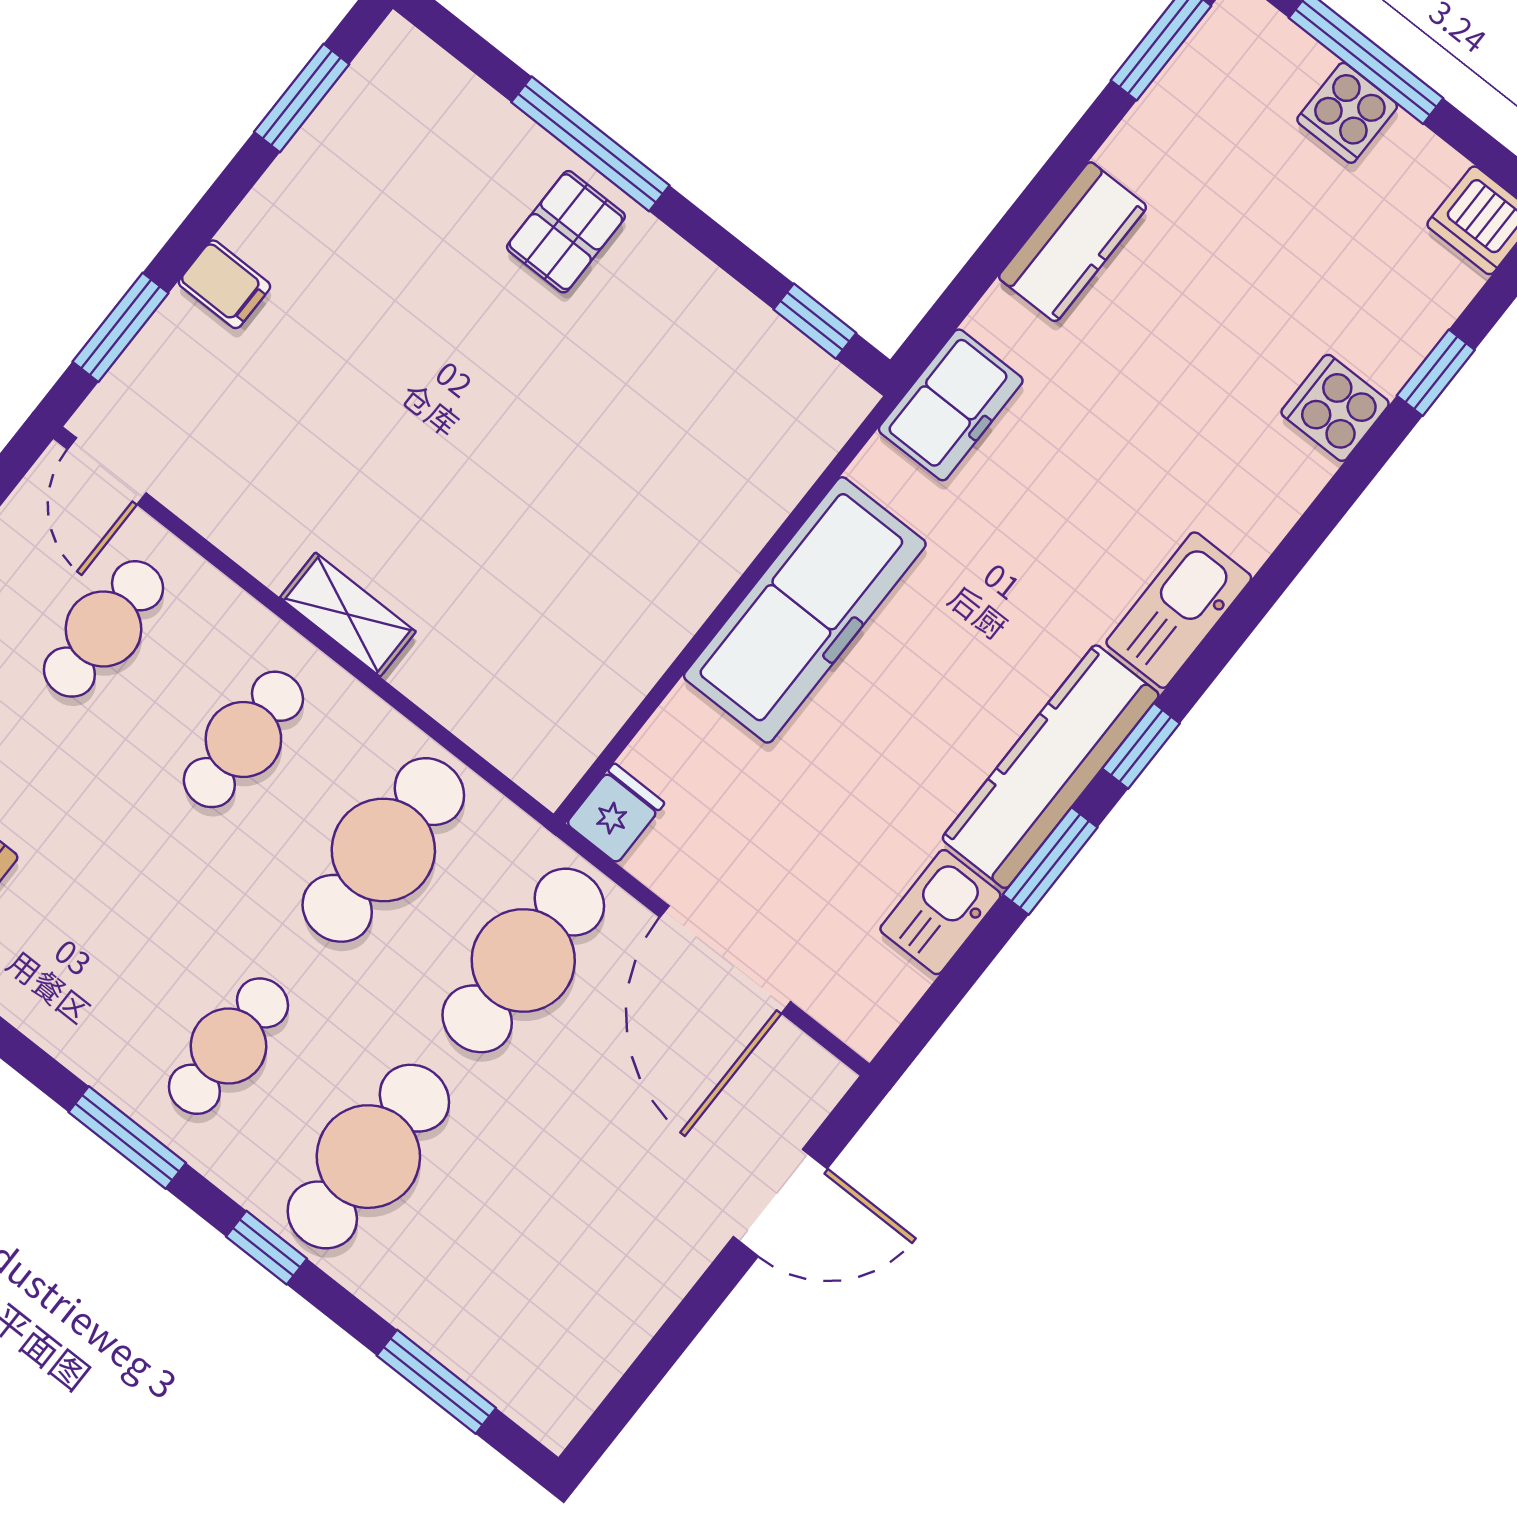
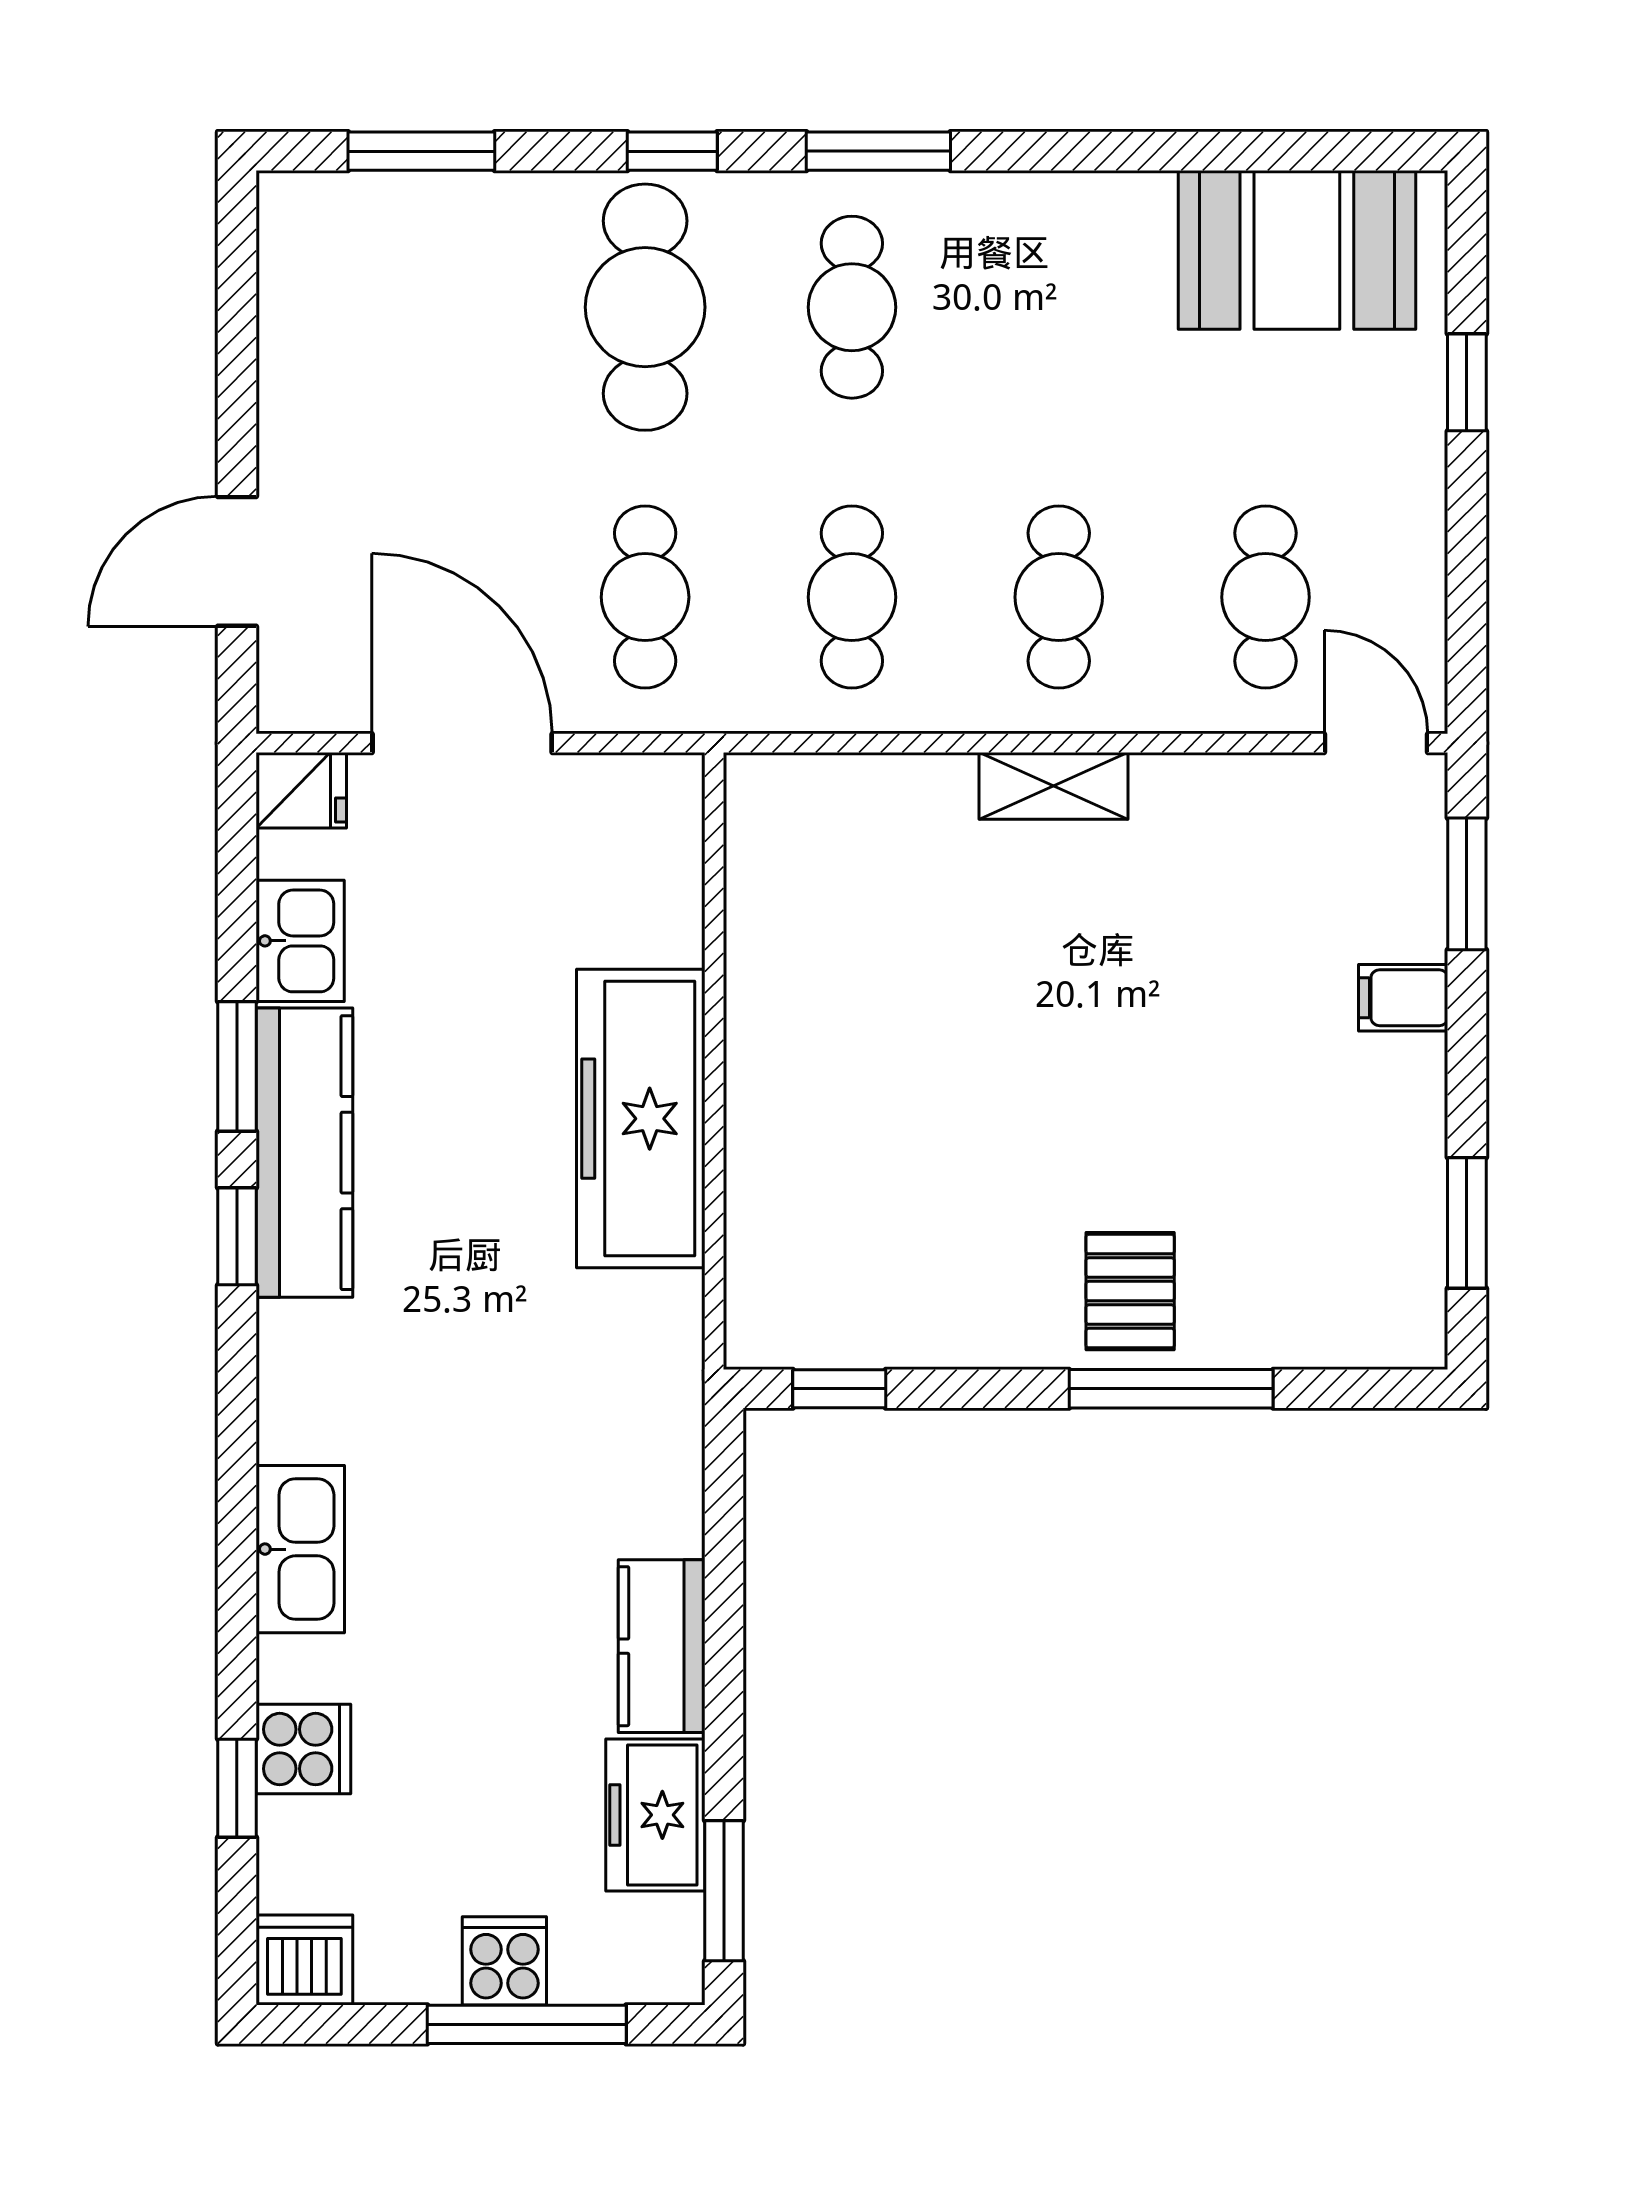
freezer: (951, 405) -> (655, 1815), moved
cooker: (1335, 408) -> (303, 1749), moved
kitchen sink: (1179, 610) -> (300, 1549), moved
fridge: (616, 813) -> (301, 790), moved, turned -90
cafe table: (383, 850) -> (852, 597), width x0.73, depth x0.74
cafe table: (523, 960) -> (645, 597), width x0.73, depth x0.74

